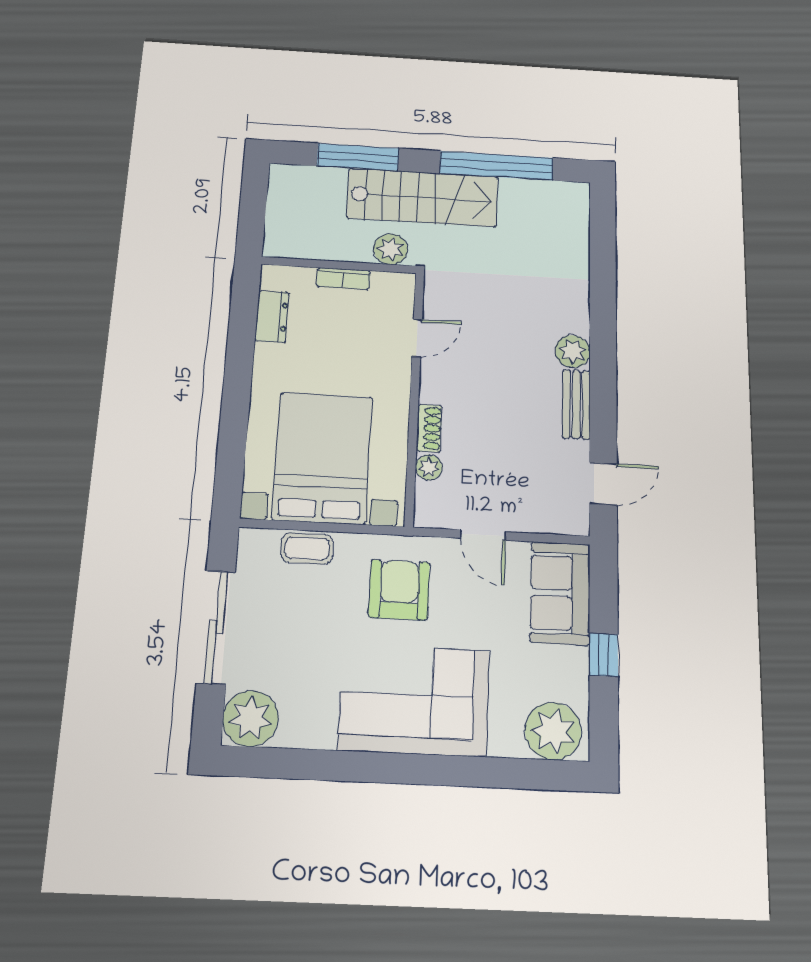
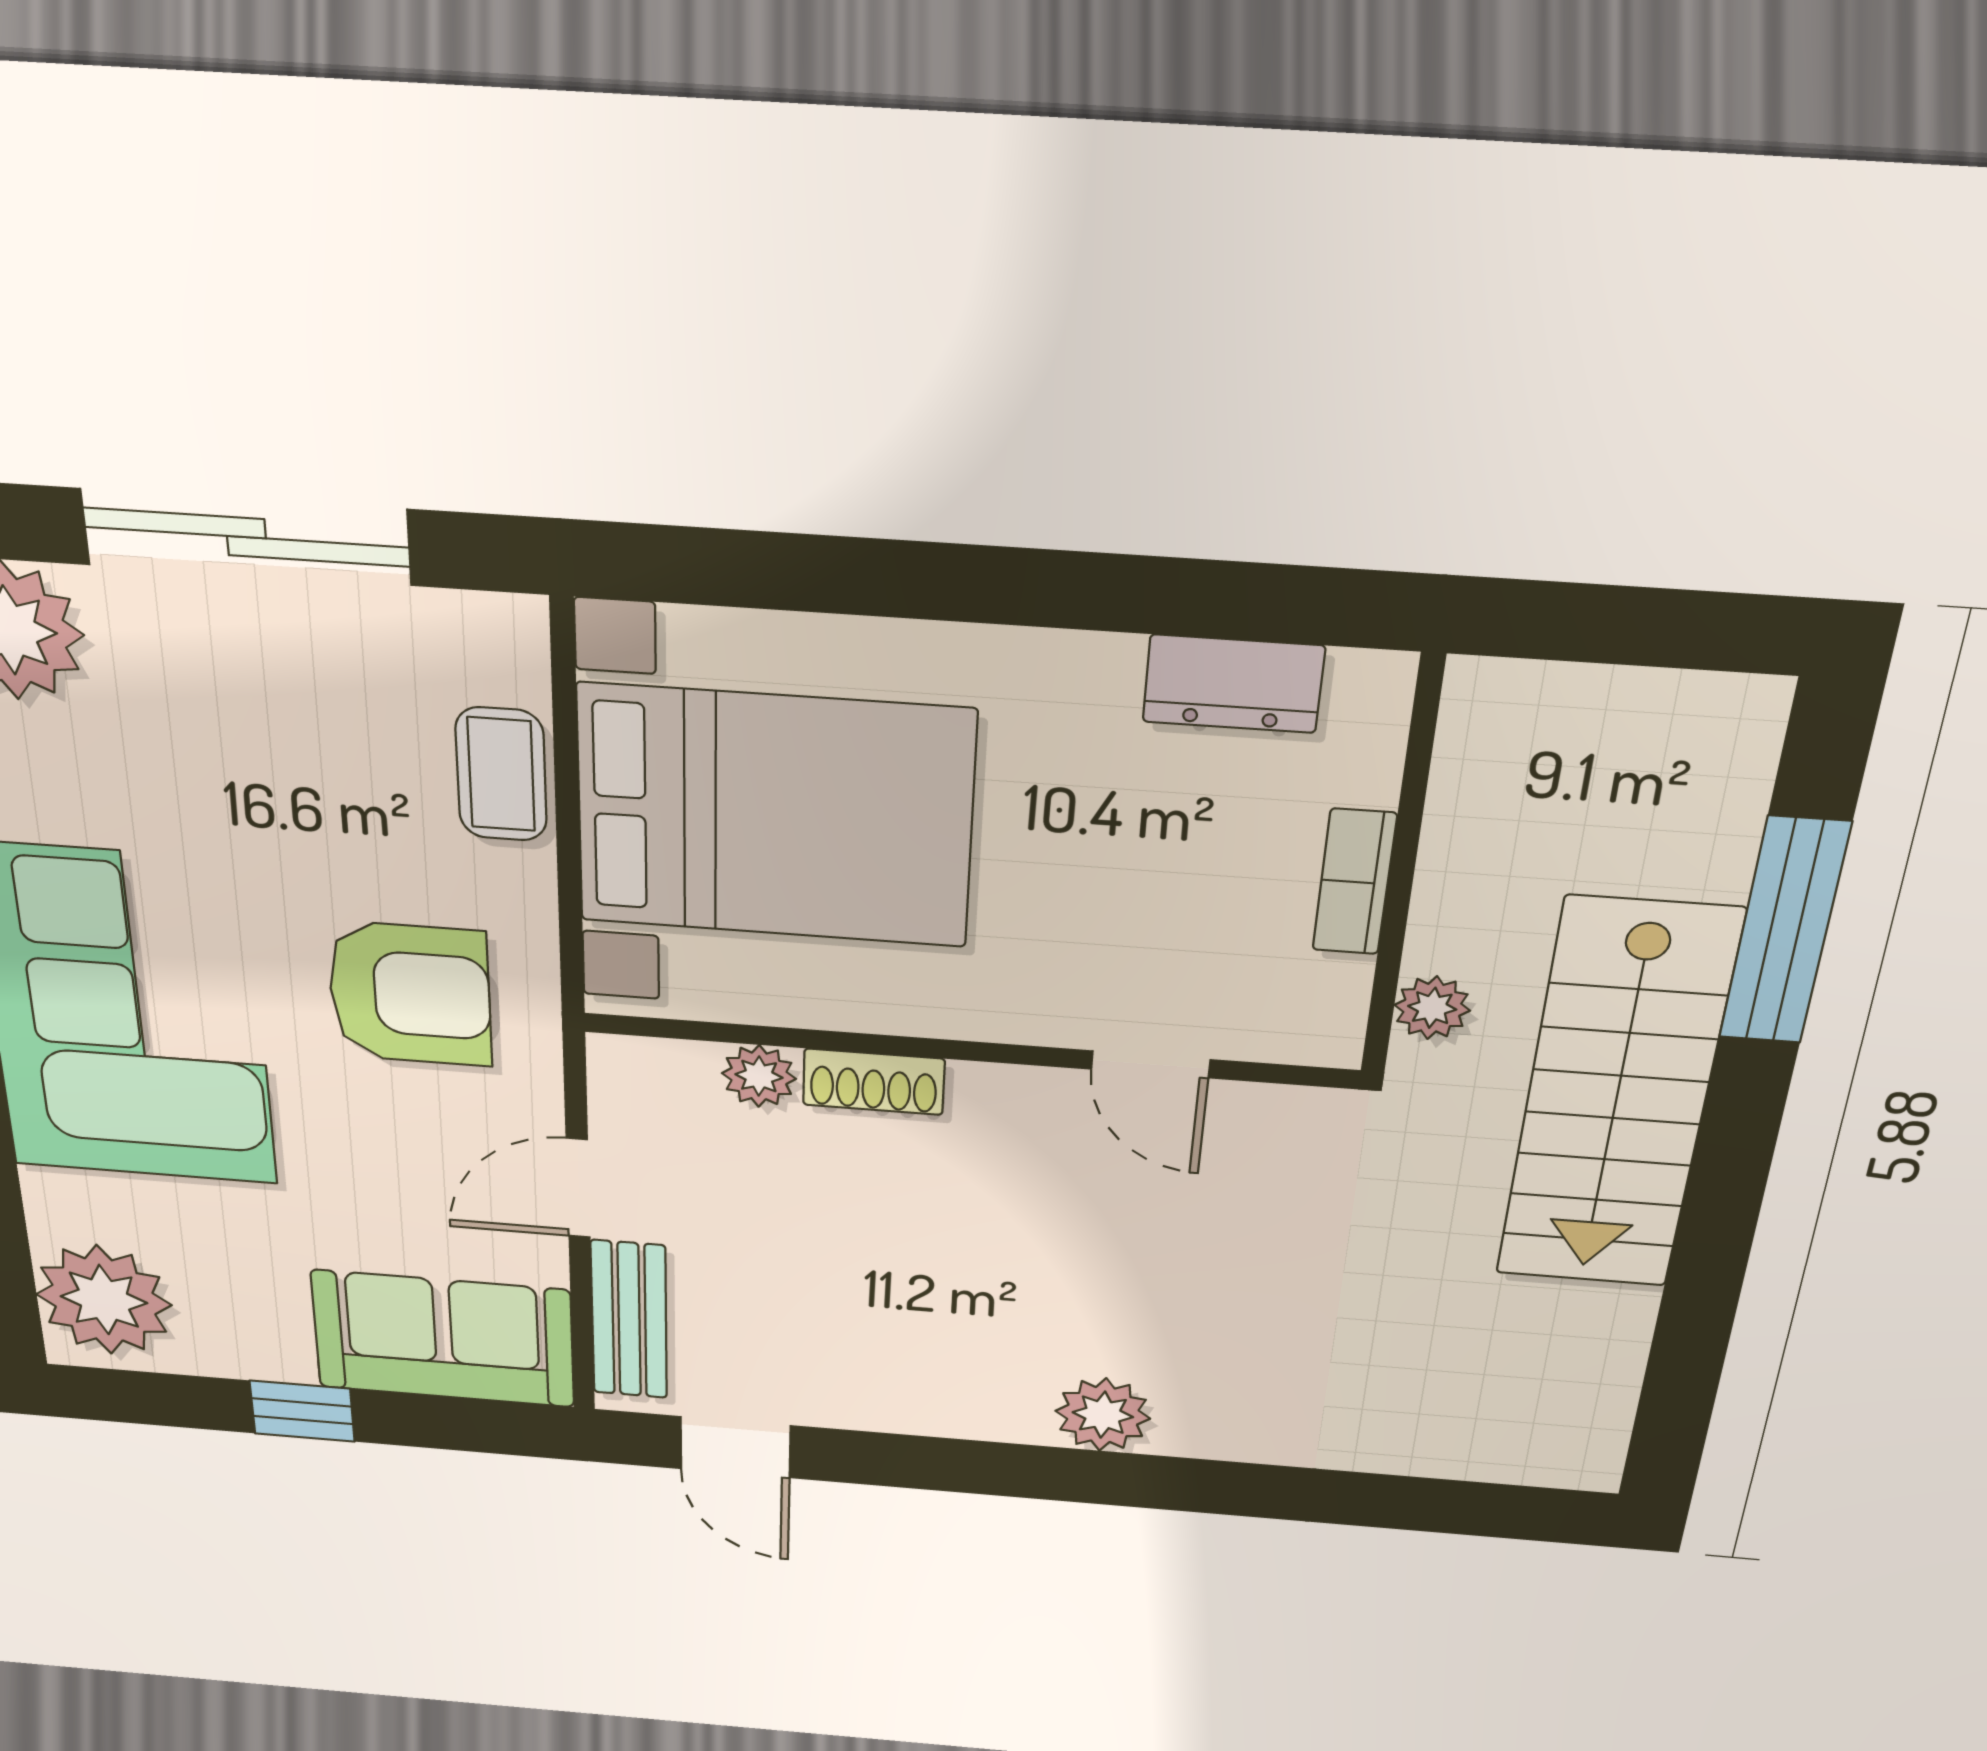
window: (496, 166) -> (1703, 1285), removed
plant: (391, 249) -> (1432, 1008), width x0.73, depth x0.73
bench: (576, 404) -> (629, 1320), moved, turned 90

